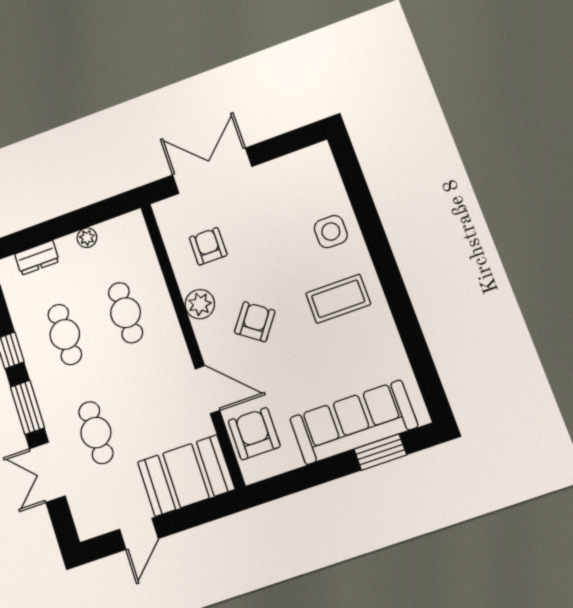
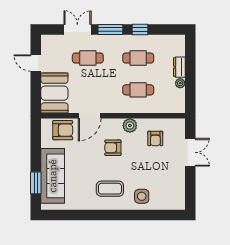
double door: (212, 171) -> (190, 152), width x0.73
armchair: (208, 246) -> (155, 138), turned 90
dresser: (37, 258) -> (179, 67), moved
coffee table: (338, 299) -> (110, 189), turned 90
armchair: (255, 322) -> (113, 148), turned 144

